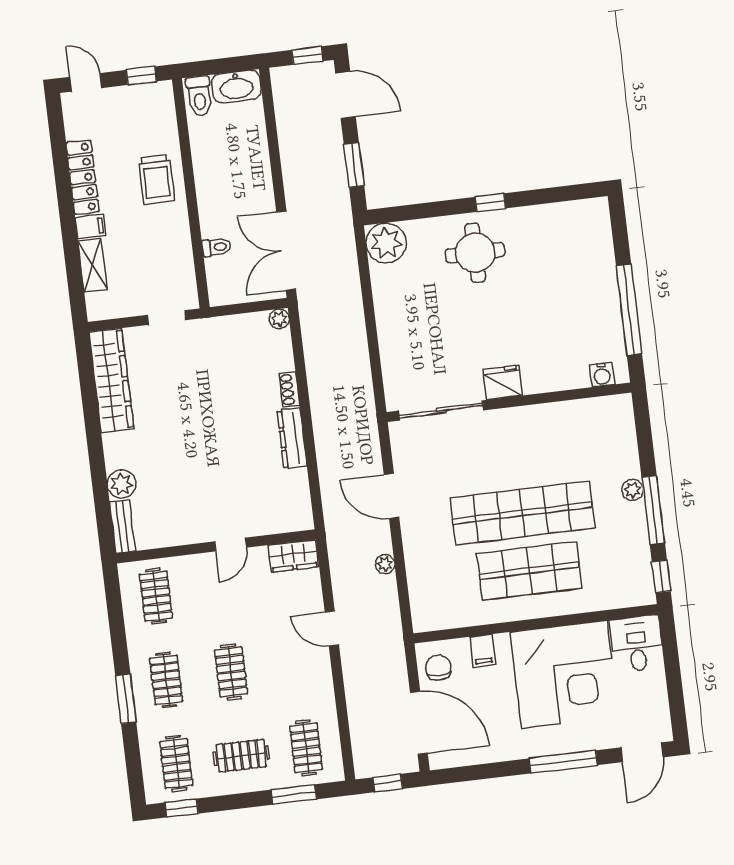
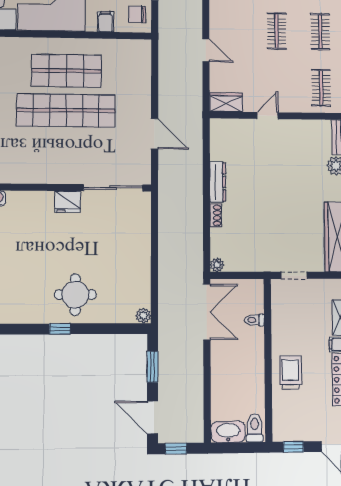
plant: (386, 243) -> (143, 316), width x0.53, depth x0.53
plant: (385, 564) -> (165, 88), removed
chair: (438, 668) -> (137, 14), turned 90

